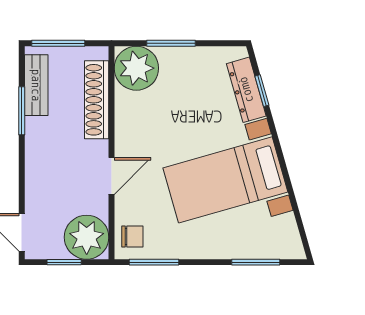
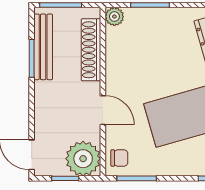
plant: (136, 68) -> (114, 17), width x0.53, depth x0.53
bench: (36, 85) -> (43, 47), width x1.36
door: (112, 176) -> (103, 110), hinge flipped

